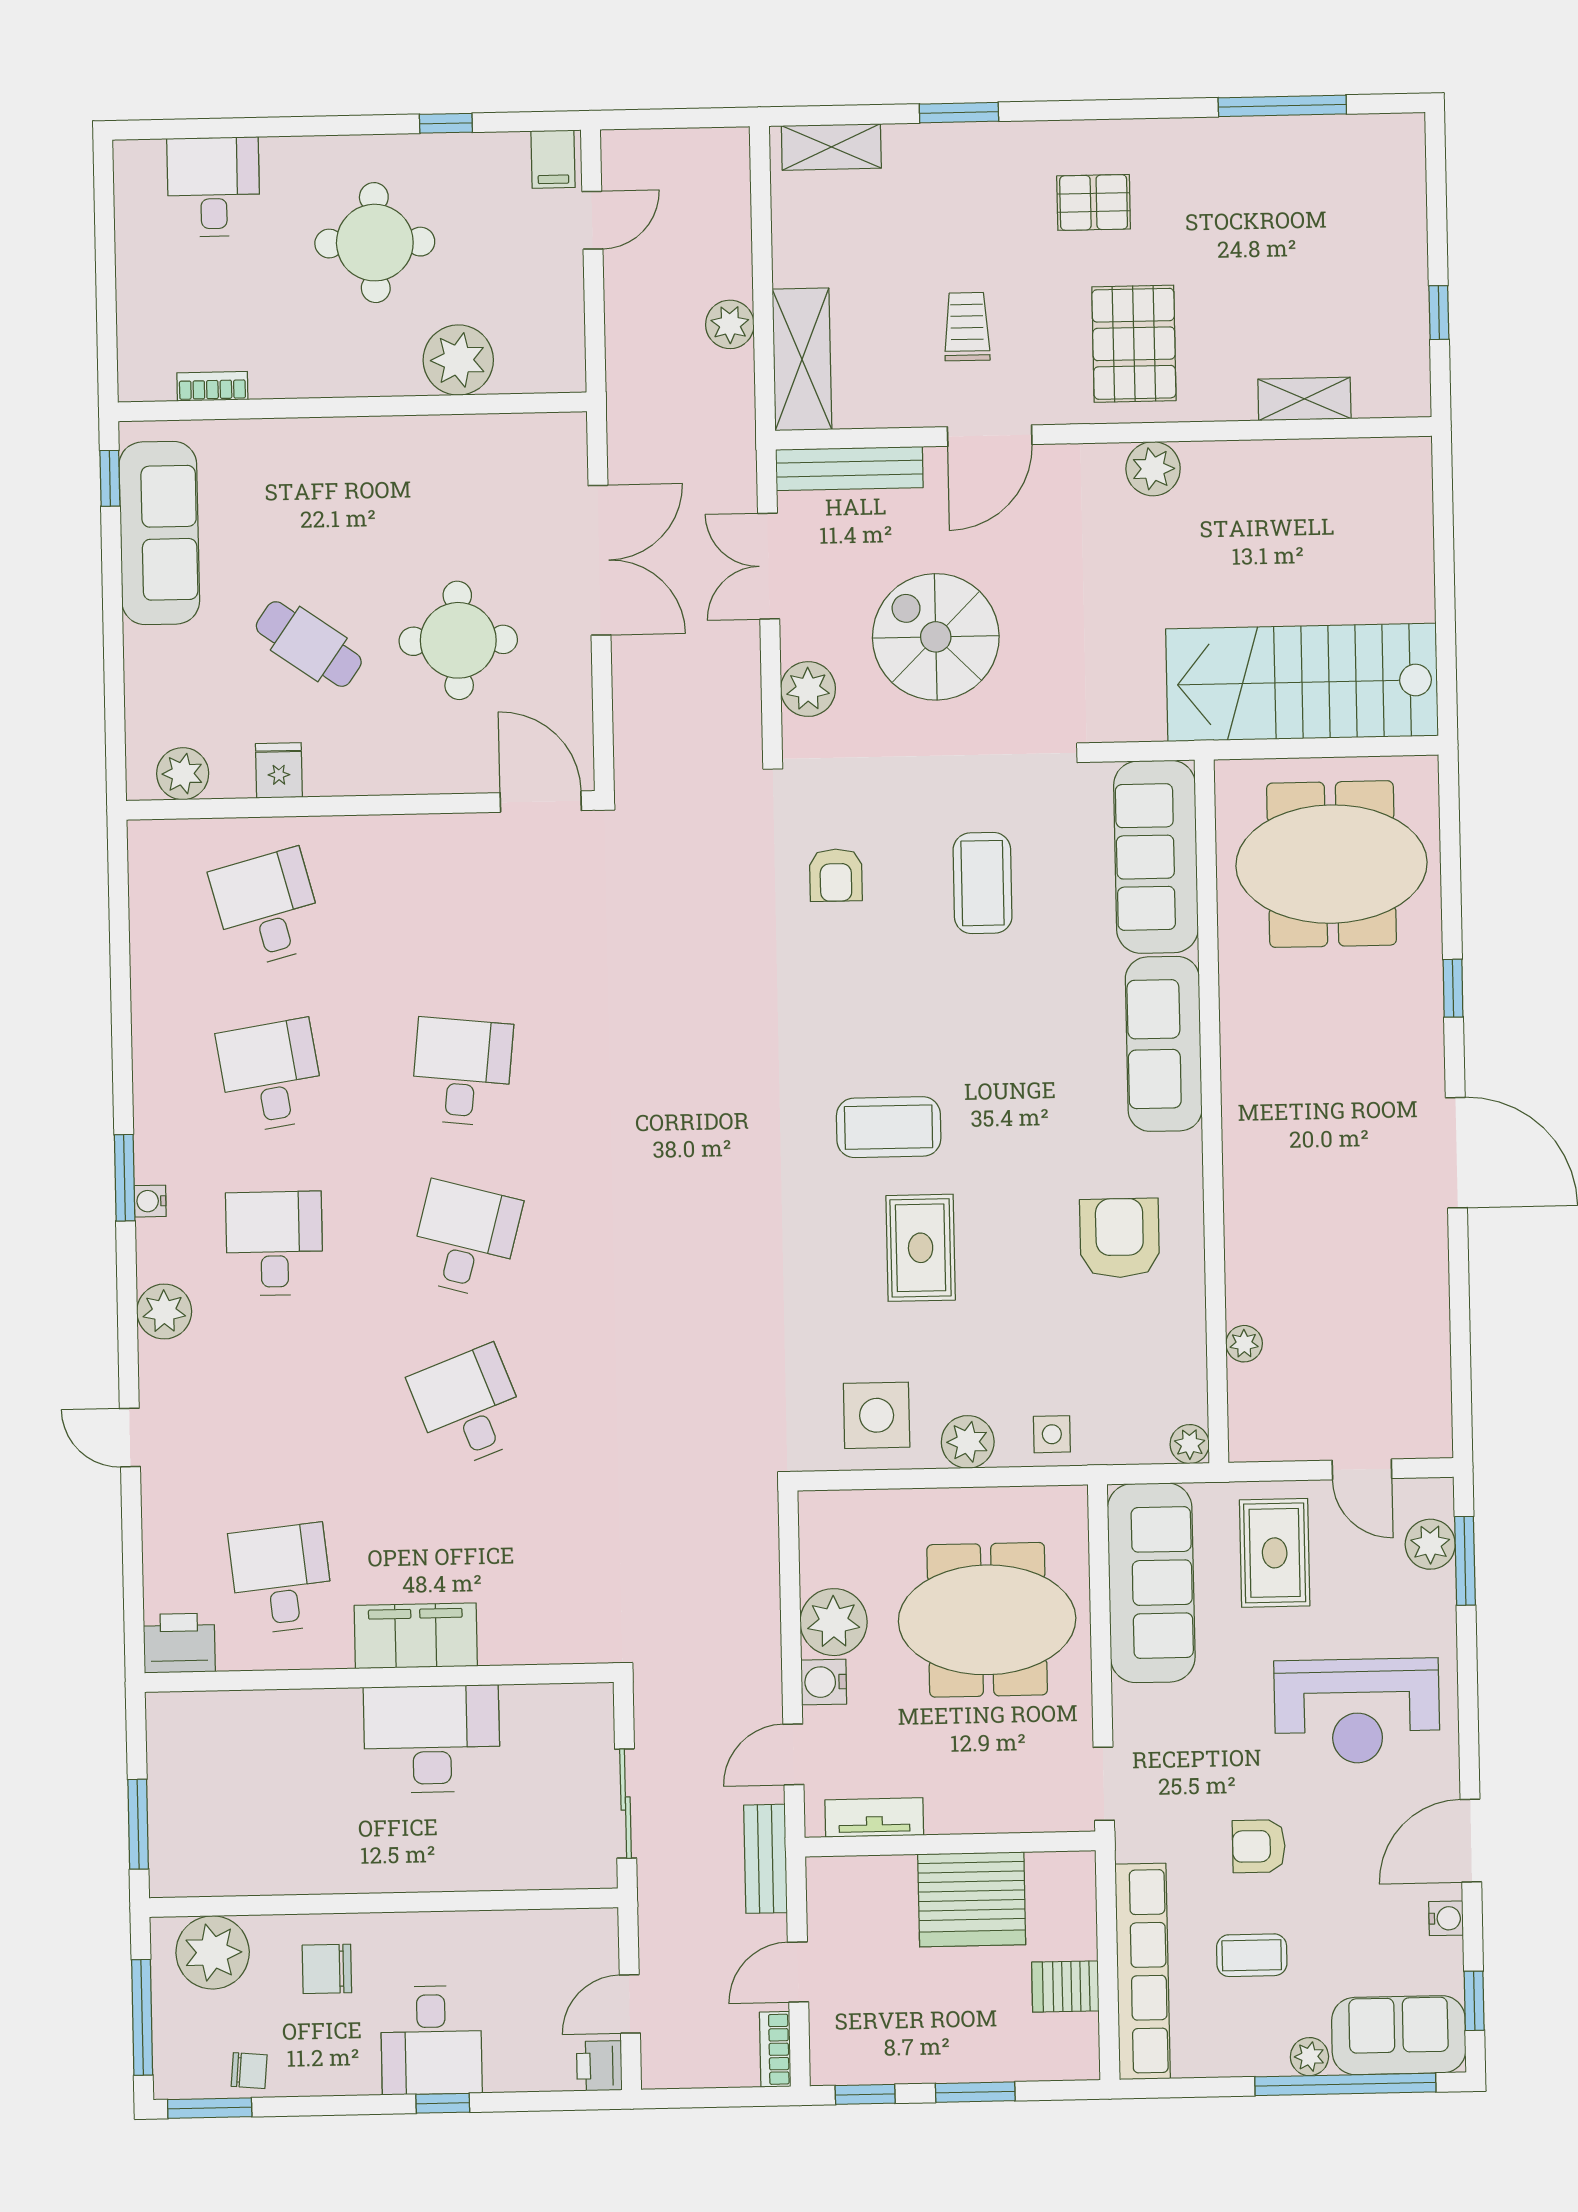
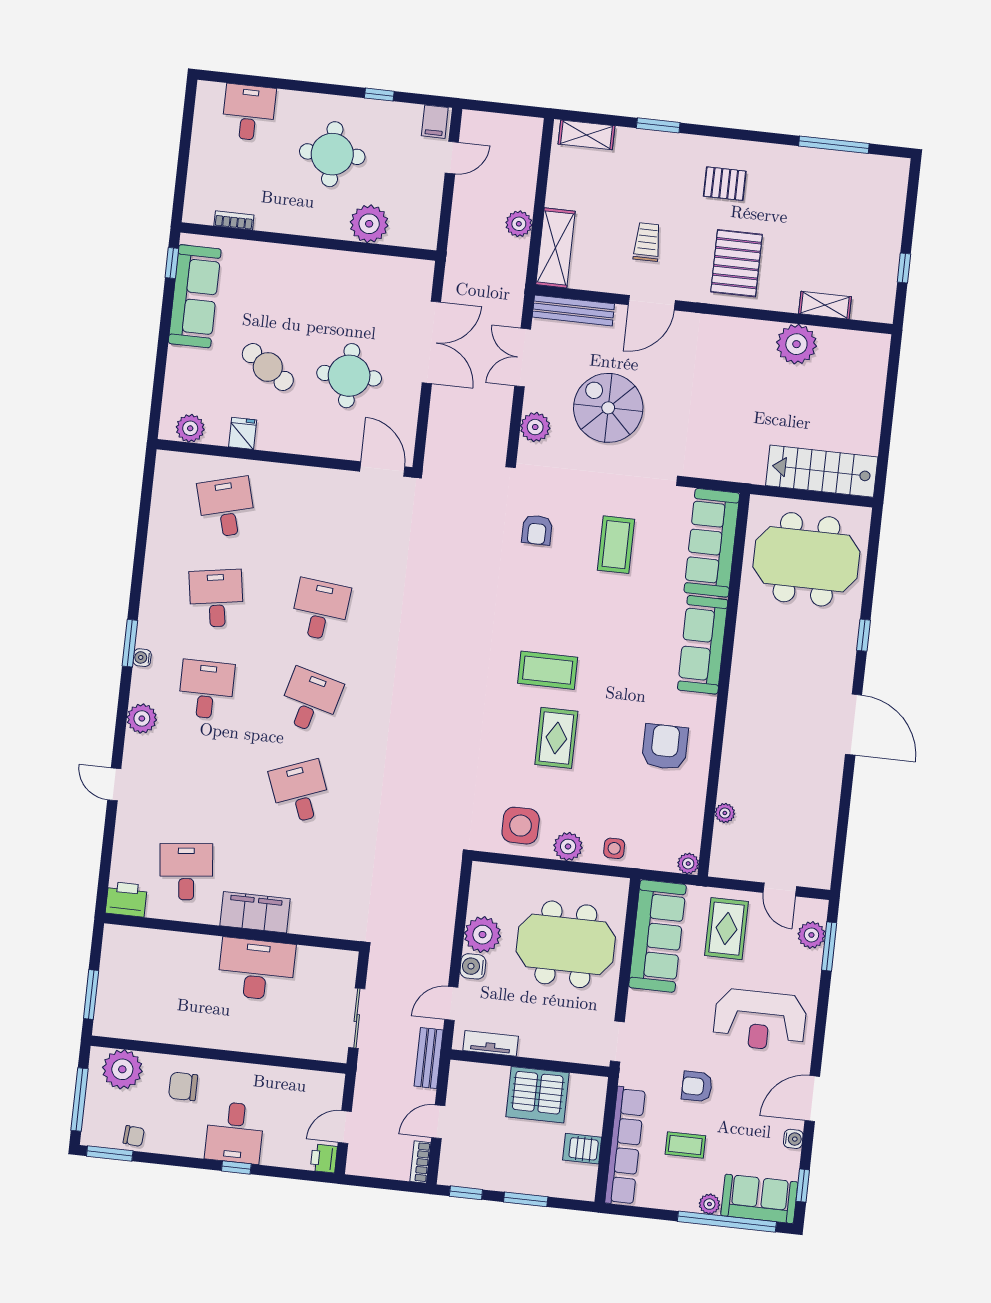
plant: (1153, 469) -> (796, 344), moved, width x1.36, depth x1.36
stairs: (1302, 682) -> (822, 471), width x0.73, depth x0.66

